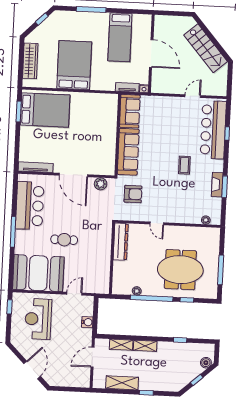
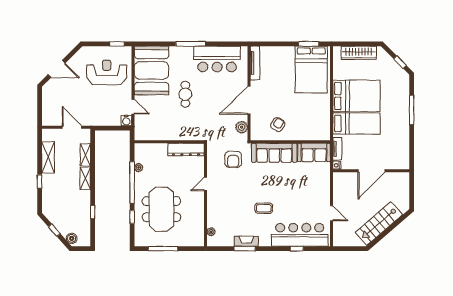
bed: (120, 37) -> (357, 123), moved, turned 180
armchair: (100, 147) -> (278, 125), added
water cooler: (87, 322) -> (126, 121), moved

